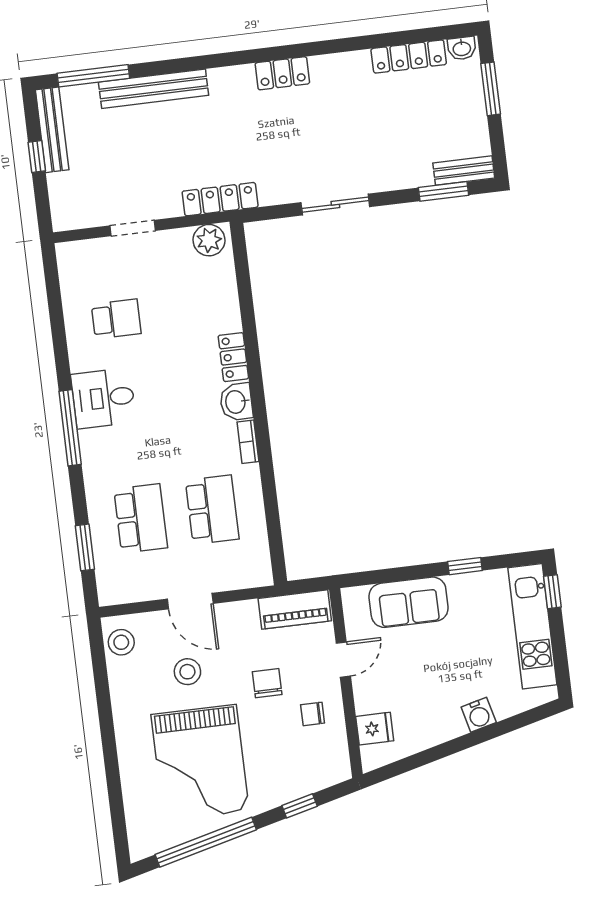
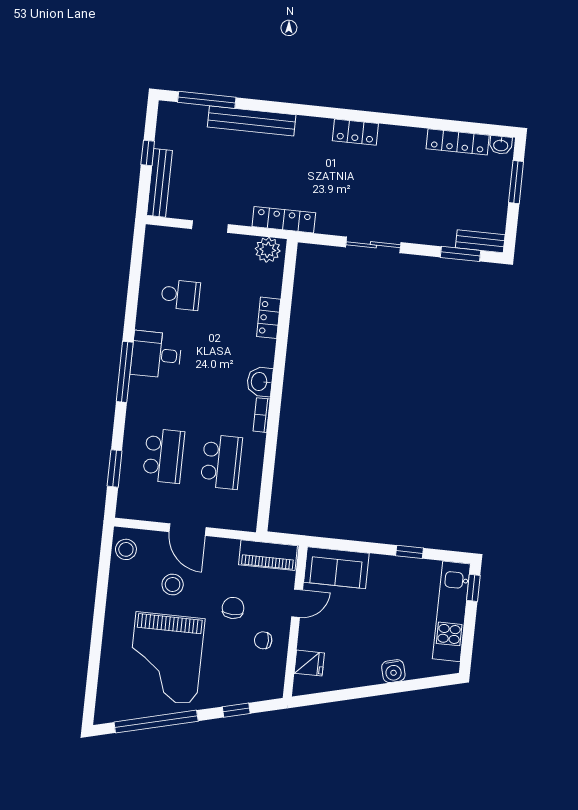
bench: (52, 130) -> (160, 183), moved
locker: (233, 357) -> (269, 318), moved
sofa: (409, 602) -> (336, 568), moved

